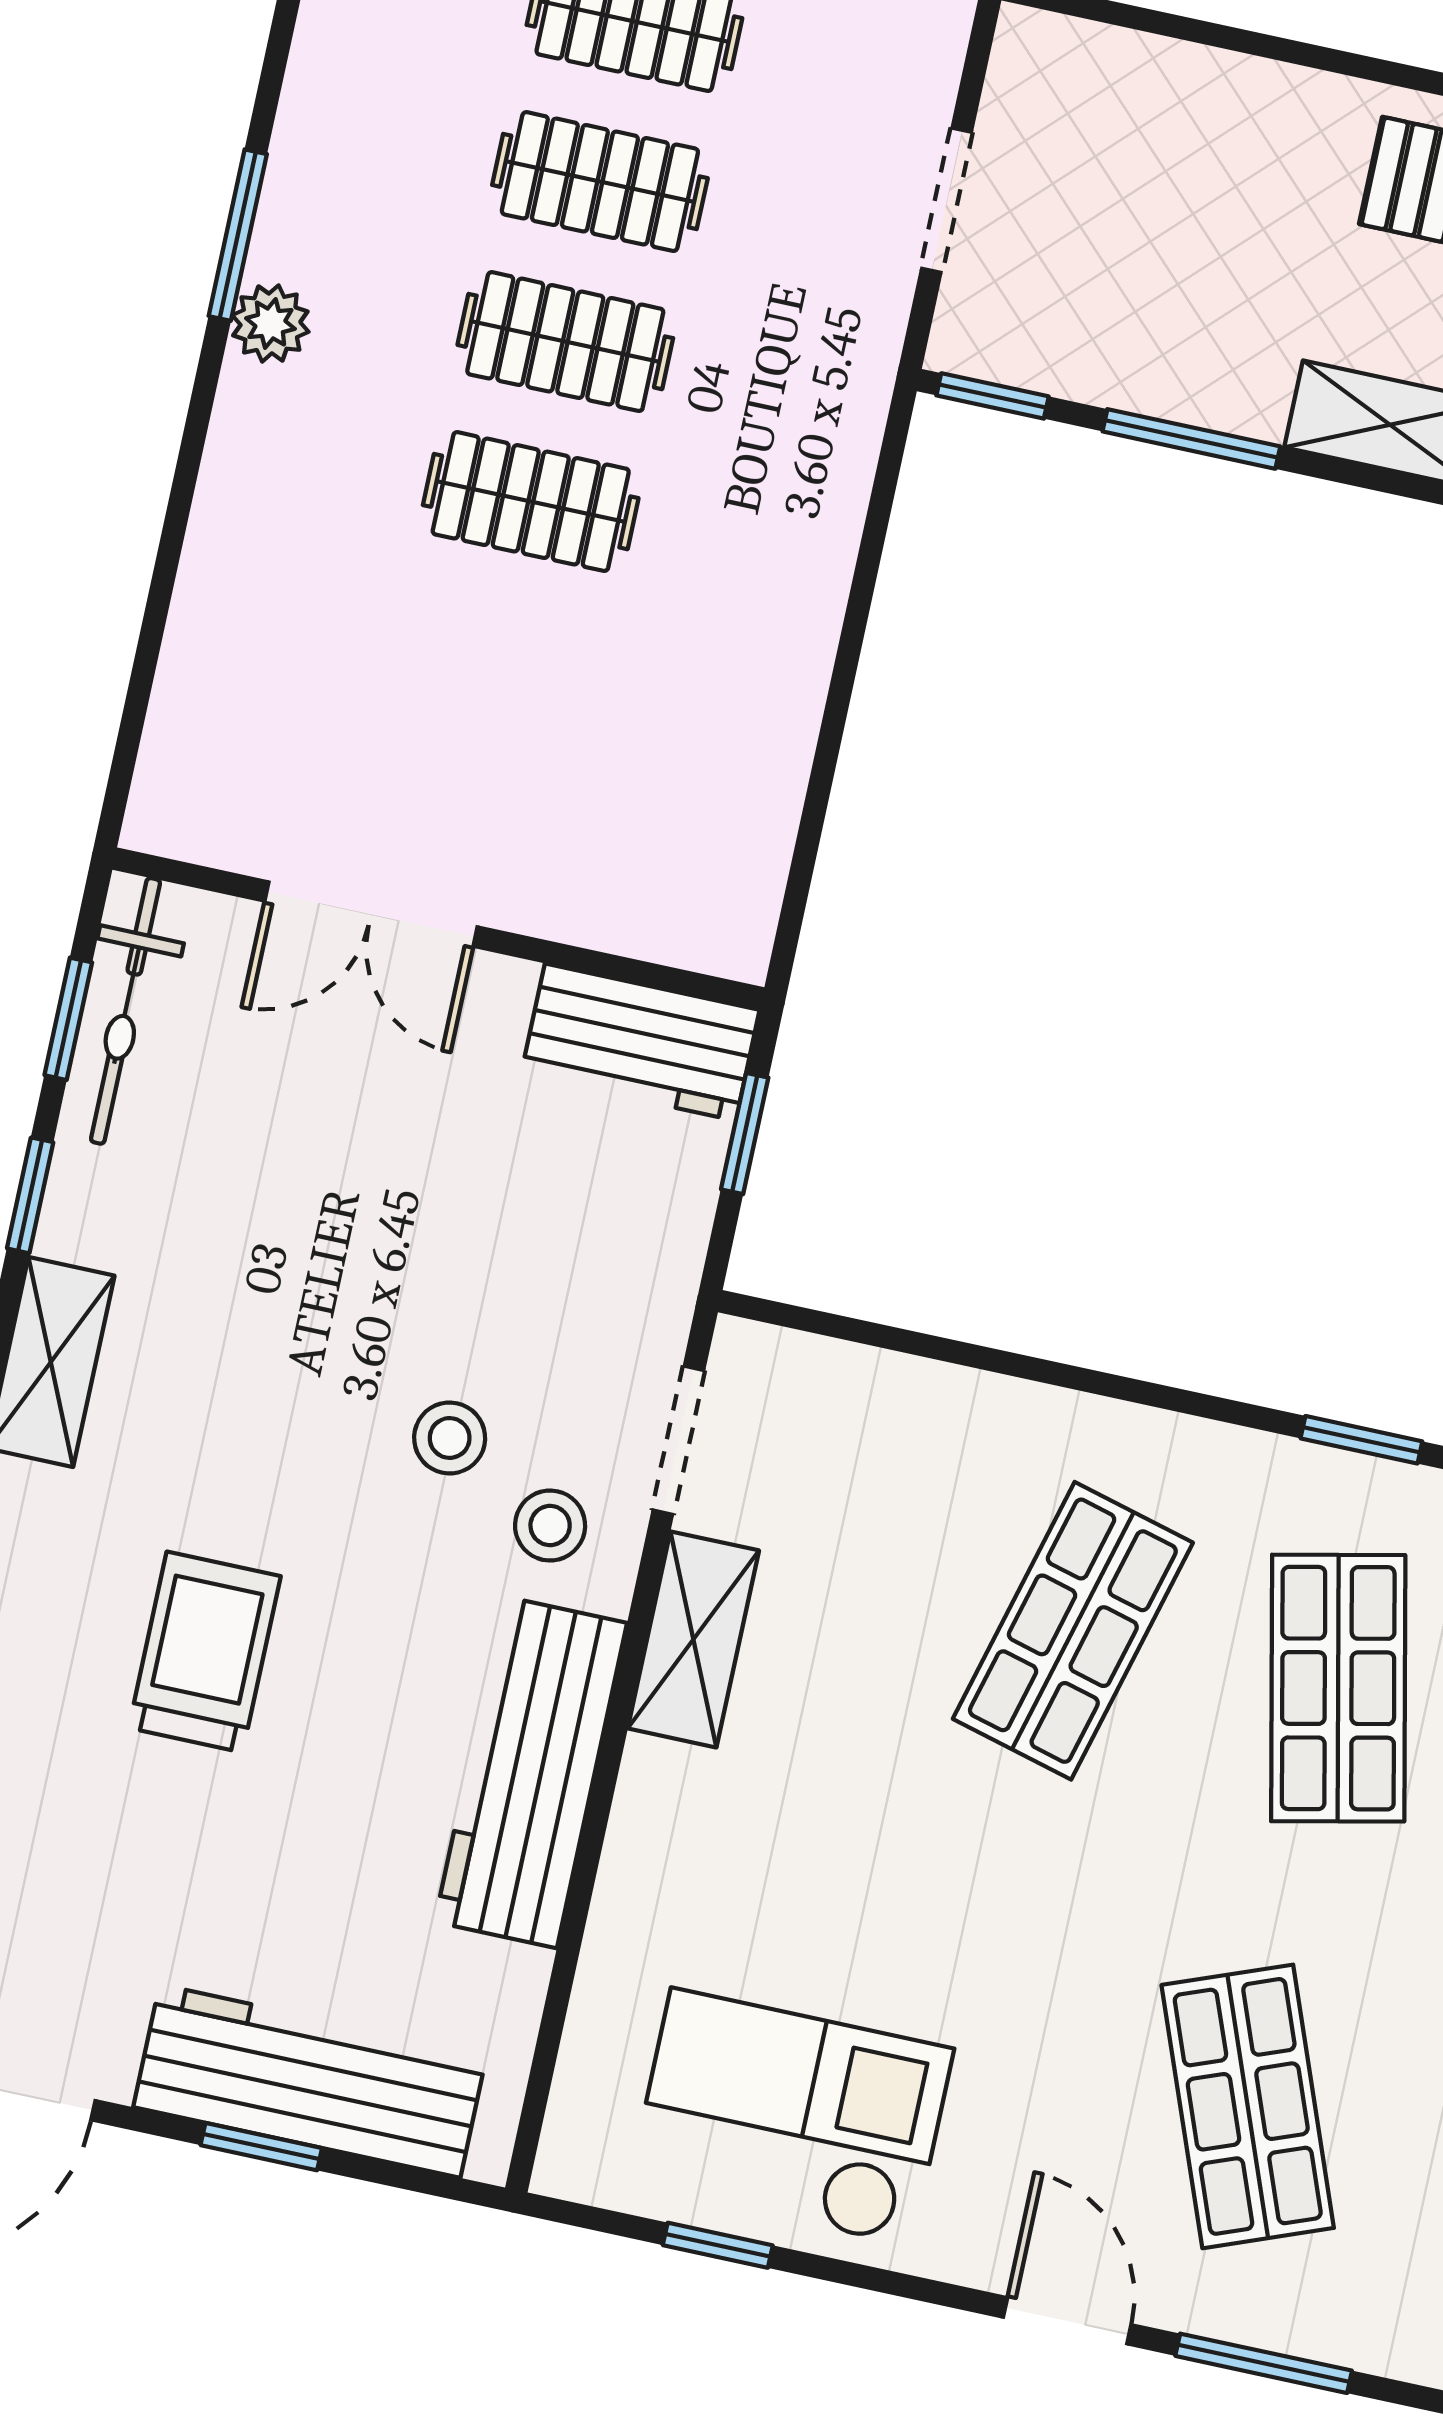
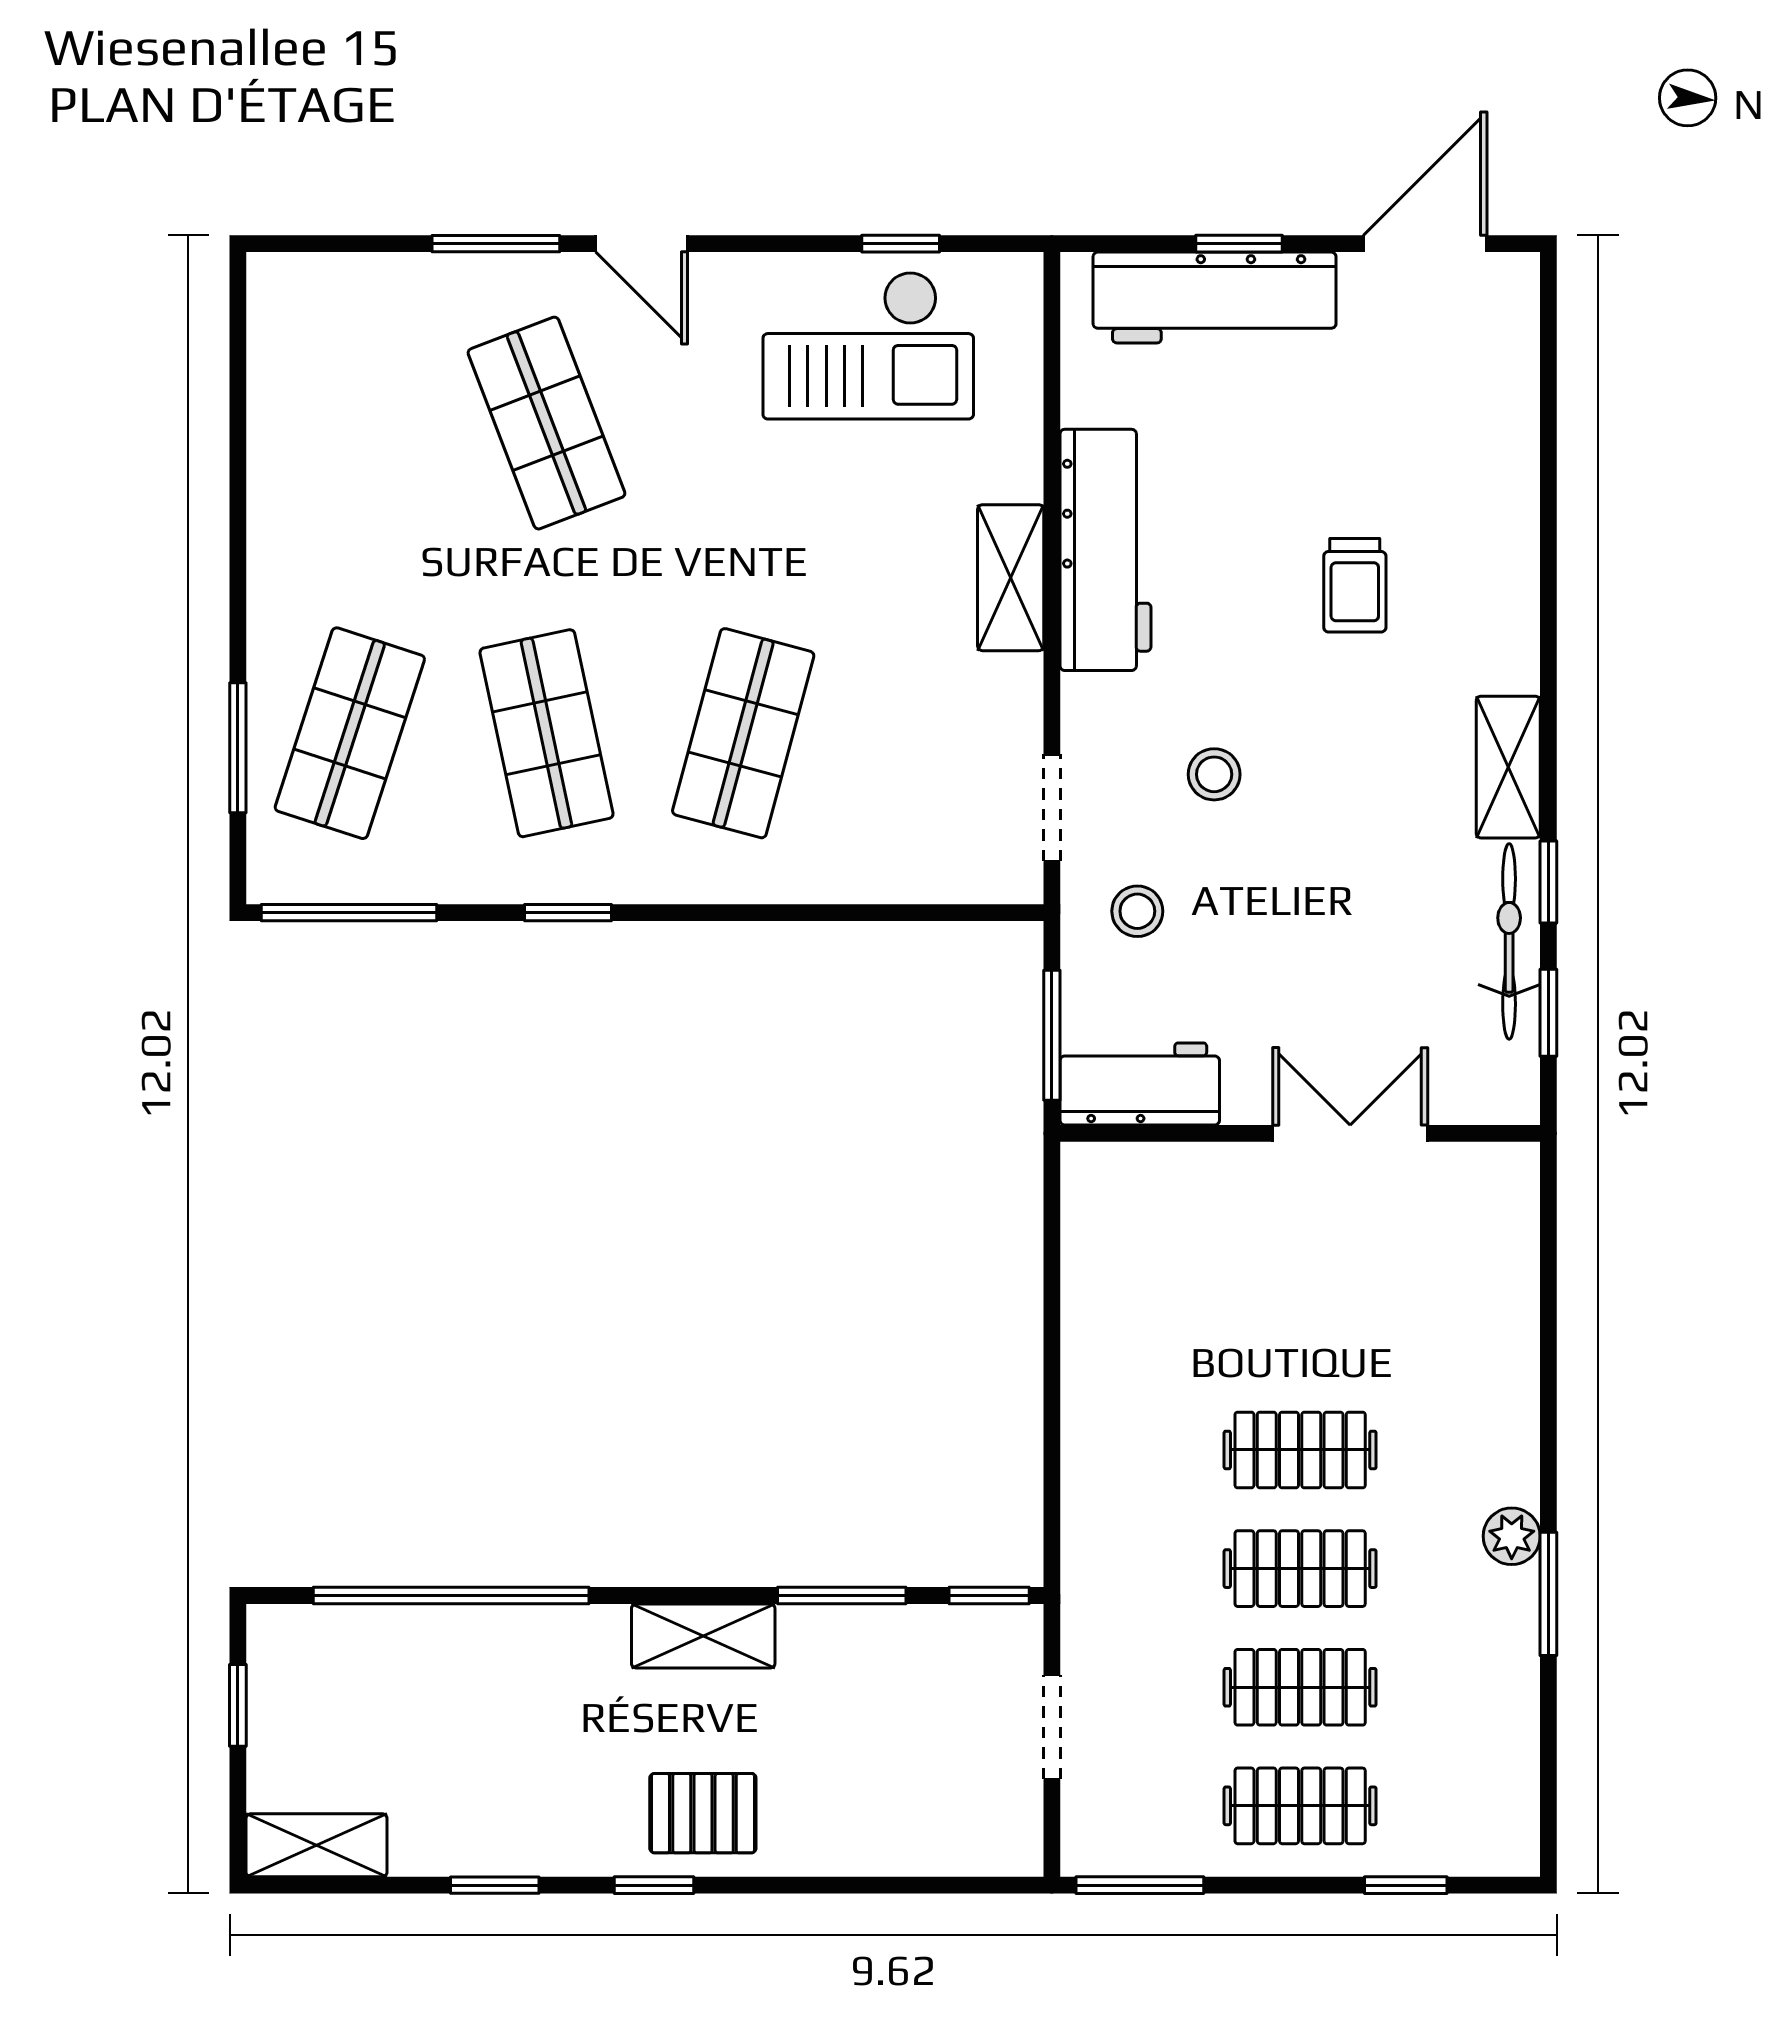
bicycle: (126, 1011) -> (1509, 941), moved
window: (745, 1134) -> (1052, 1035), width x1.50
stool: (550, 1526) -> (1137, 911), moved
shelving: (693, 1639) -> (1011, 578), moved
trolley: (205, 1652) -> (1355, 585), width x0.73, depth x0.72

